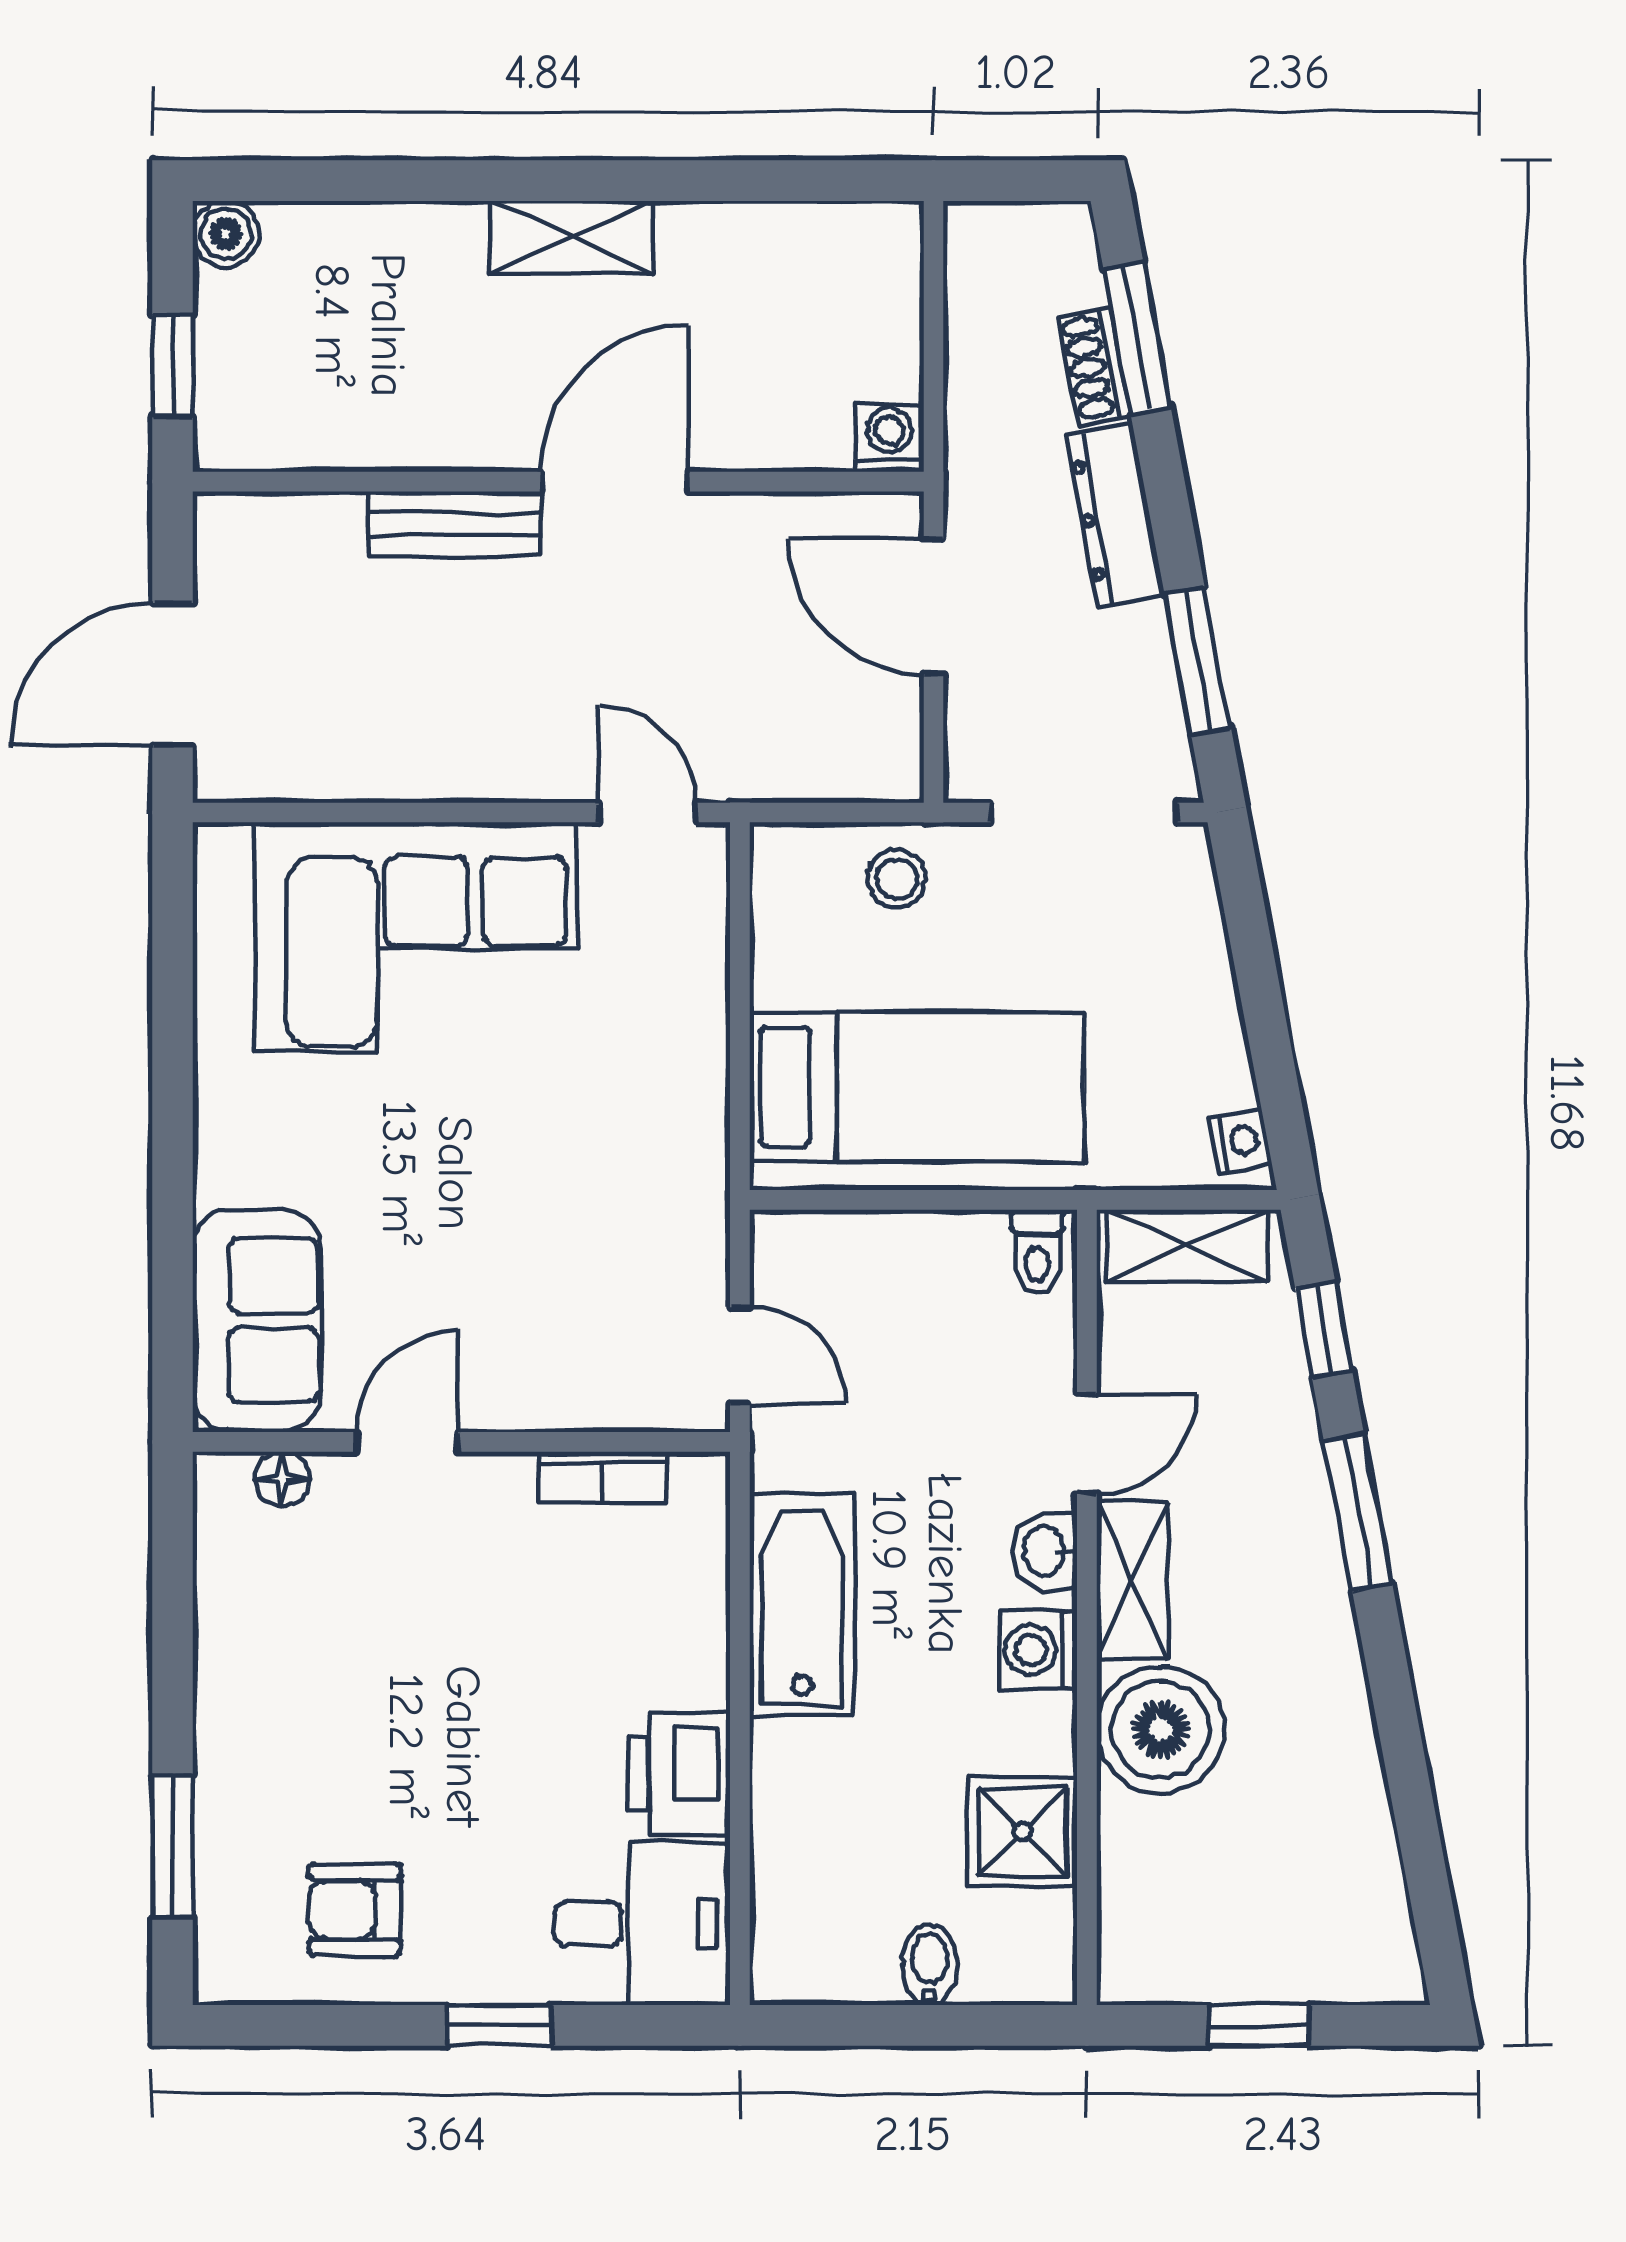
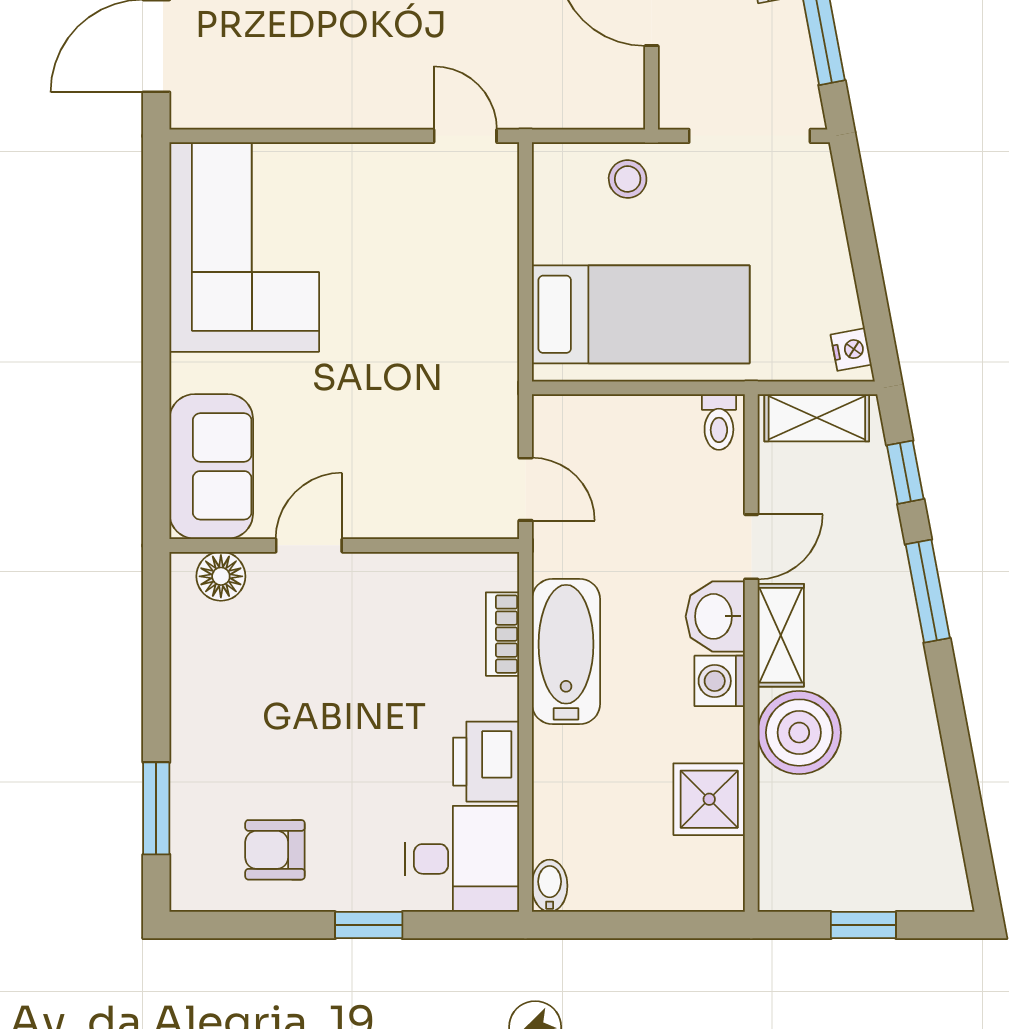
corner sofa: (416, 937) -> (244, 247), moved, turned -90
bookcase: (602, 1477) -> (503, 634), moved, turned 90
floor lamp: (282, 1479) -> (221, 576), width x1.37, depth x1.37
washbasin: (1046, 1551) -> (715, 616), width x1.38, depth x1.45
bidet: (930, 1965) -> (550, 886), moved

